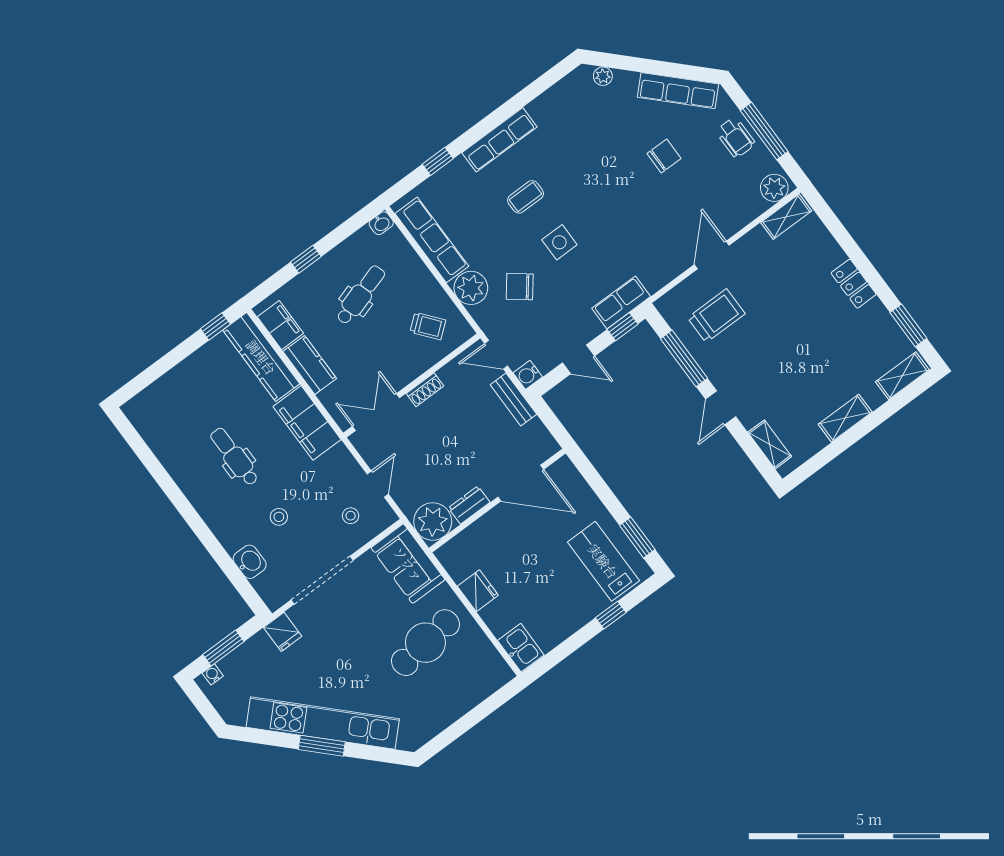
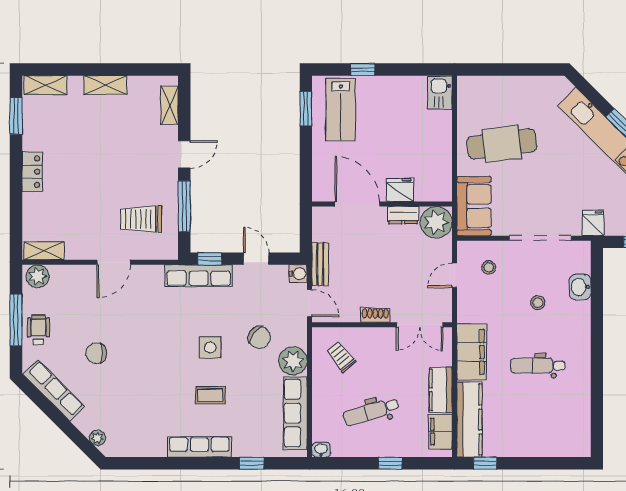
row of seats: (621, 302) -> (199, 276), width x1.48
dental chair: (234, 457) -> (538, 366), turned 90
fridge: (478, 591) -> (400, 190), moved, turned 90

